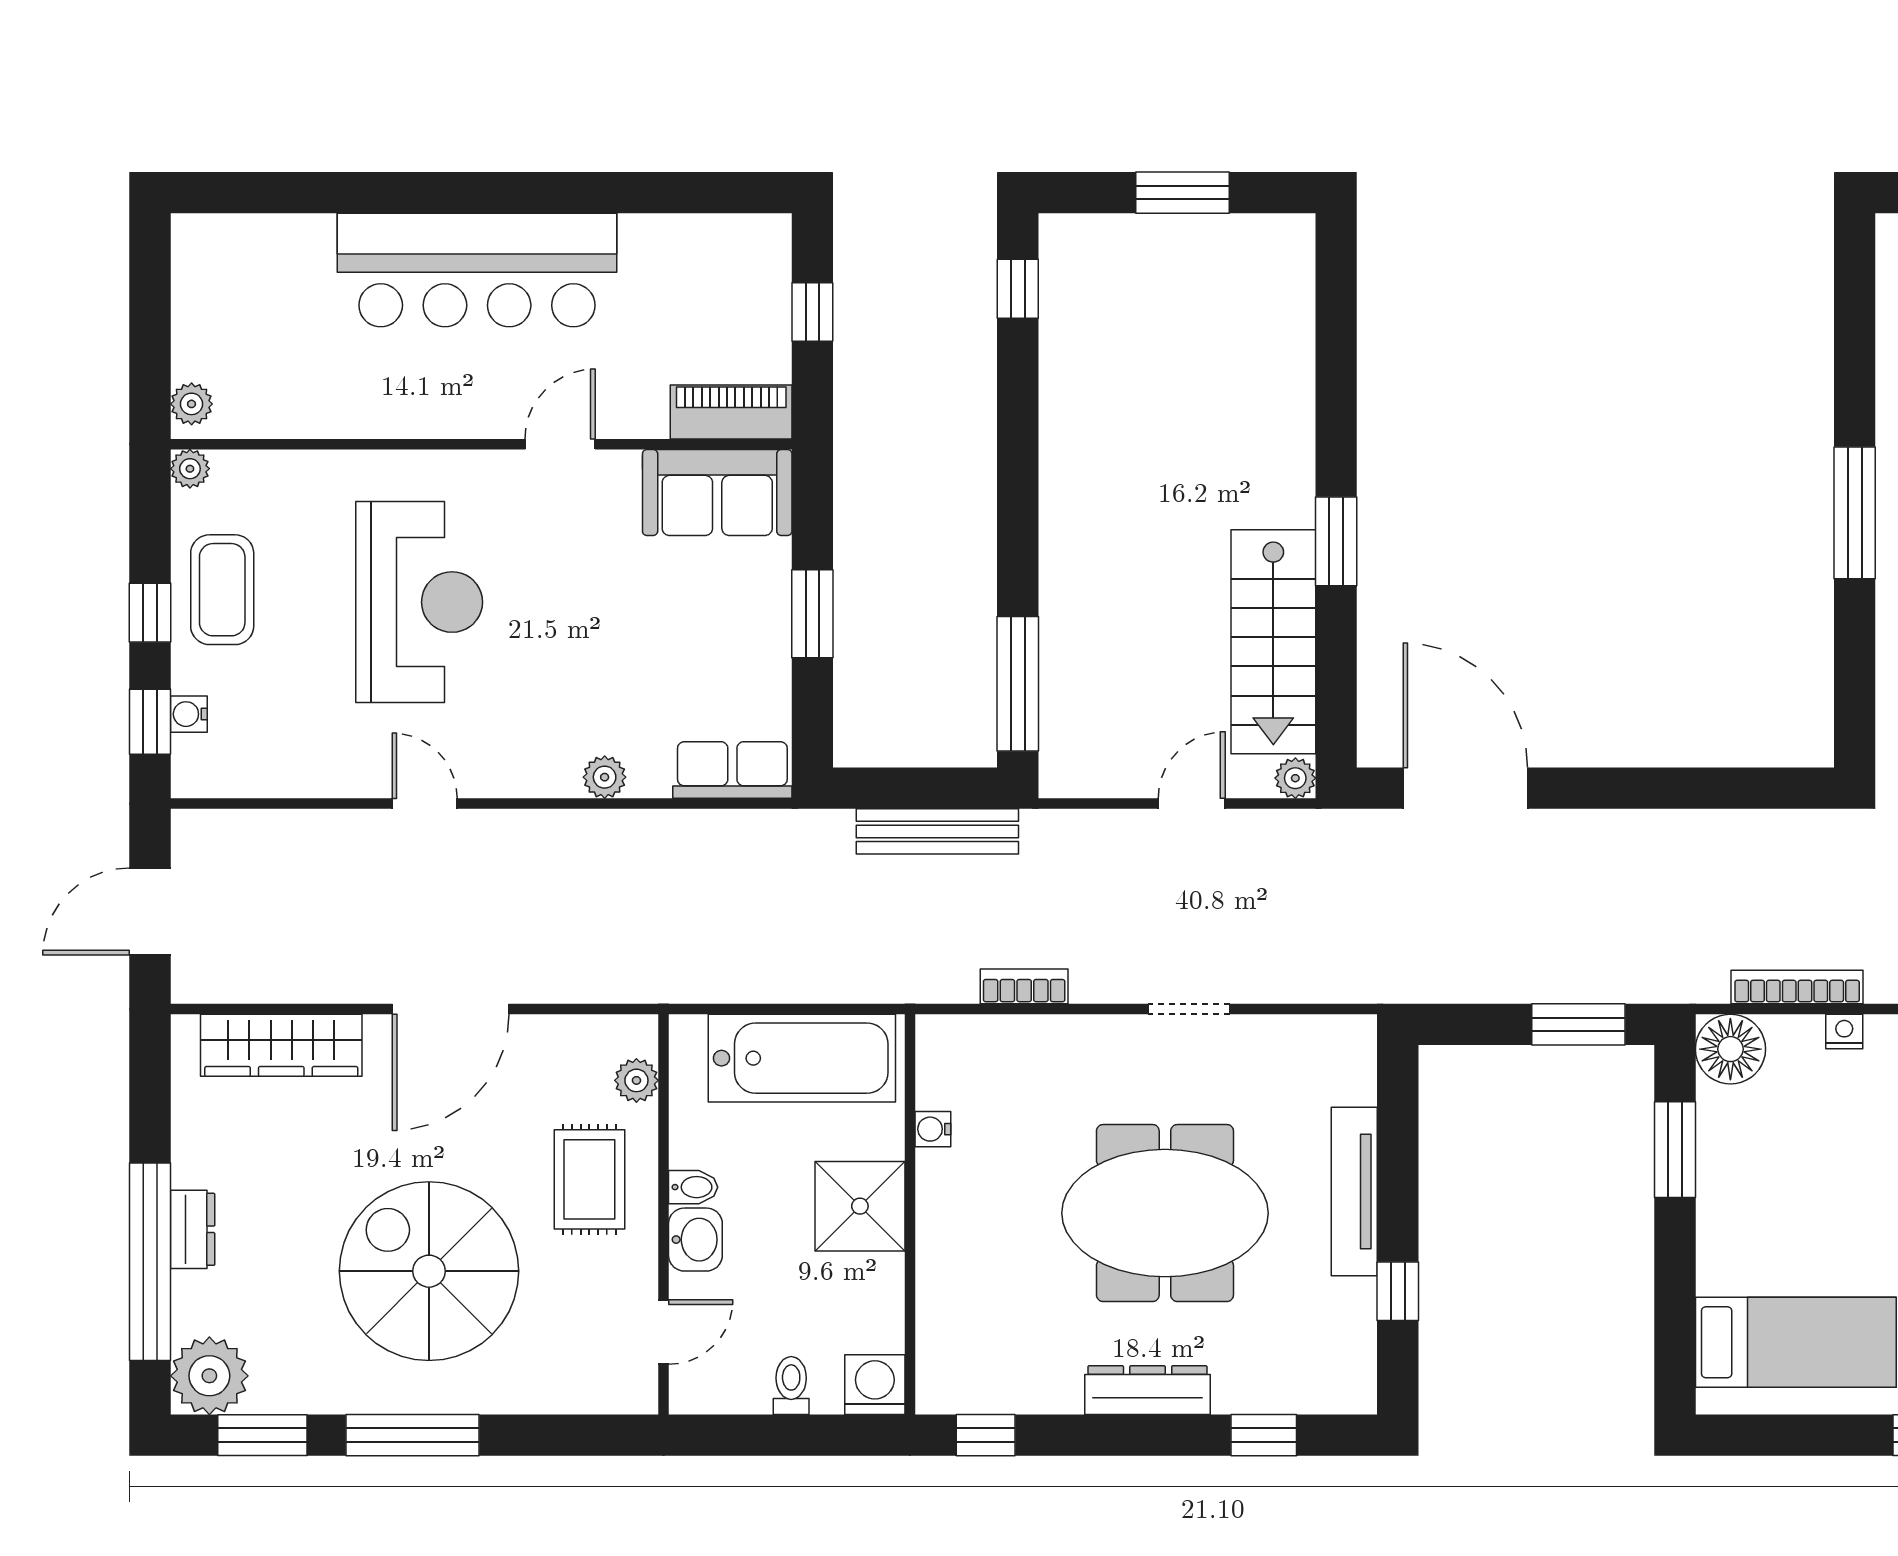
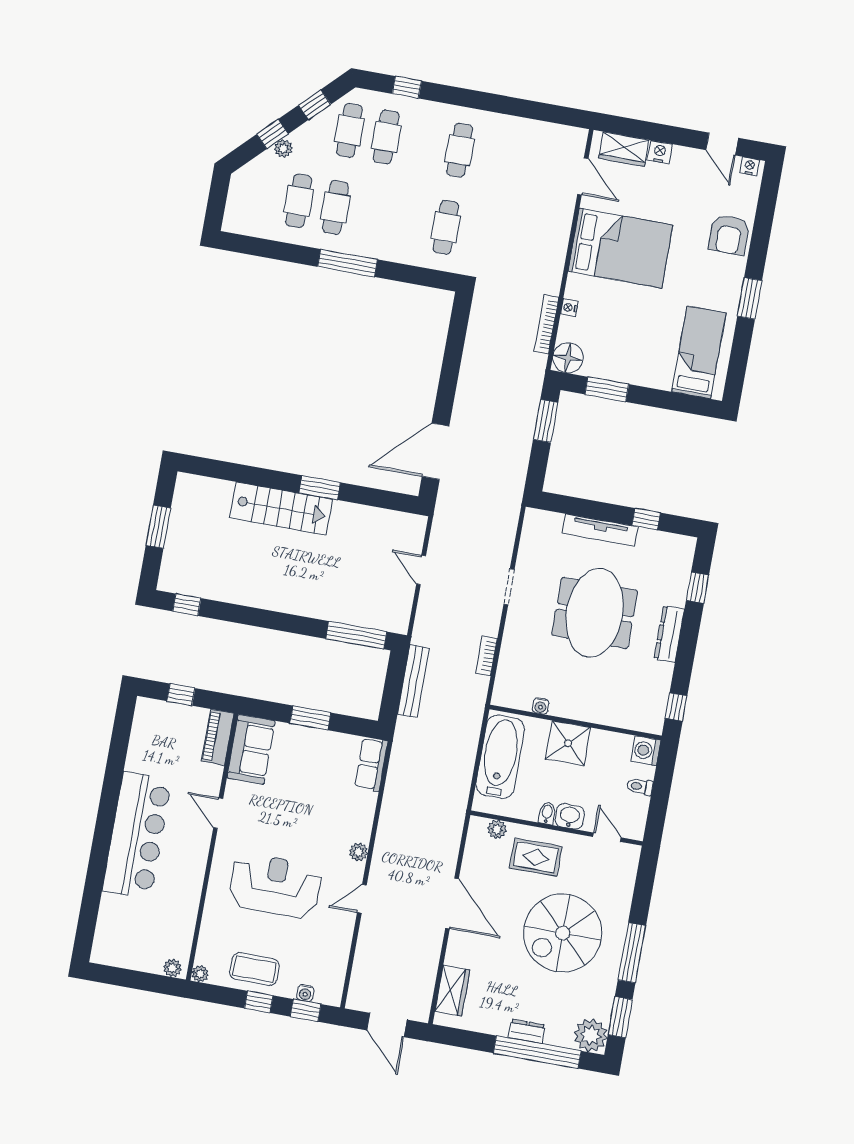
stairs: (1273, 642) -> (281, 509), moved
plant: (605, 777) -> (359, 852), moved
plant: (1295, 778) -> (418, 523), removed
wardrobe: (281, 1045) -> (452, 991), width x0.67

